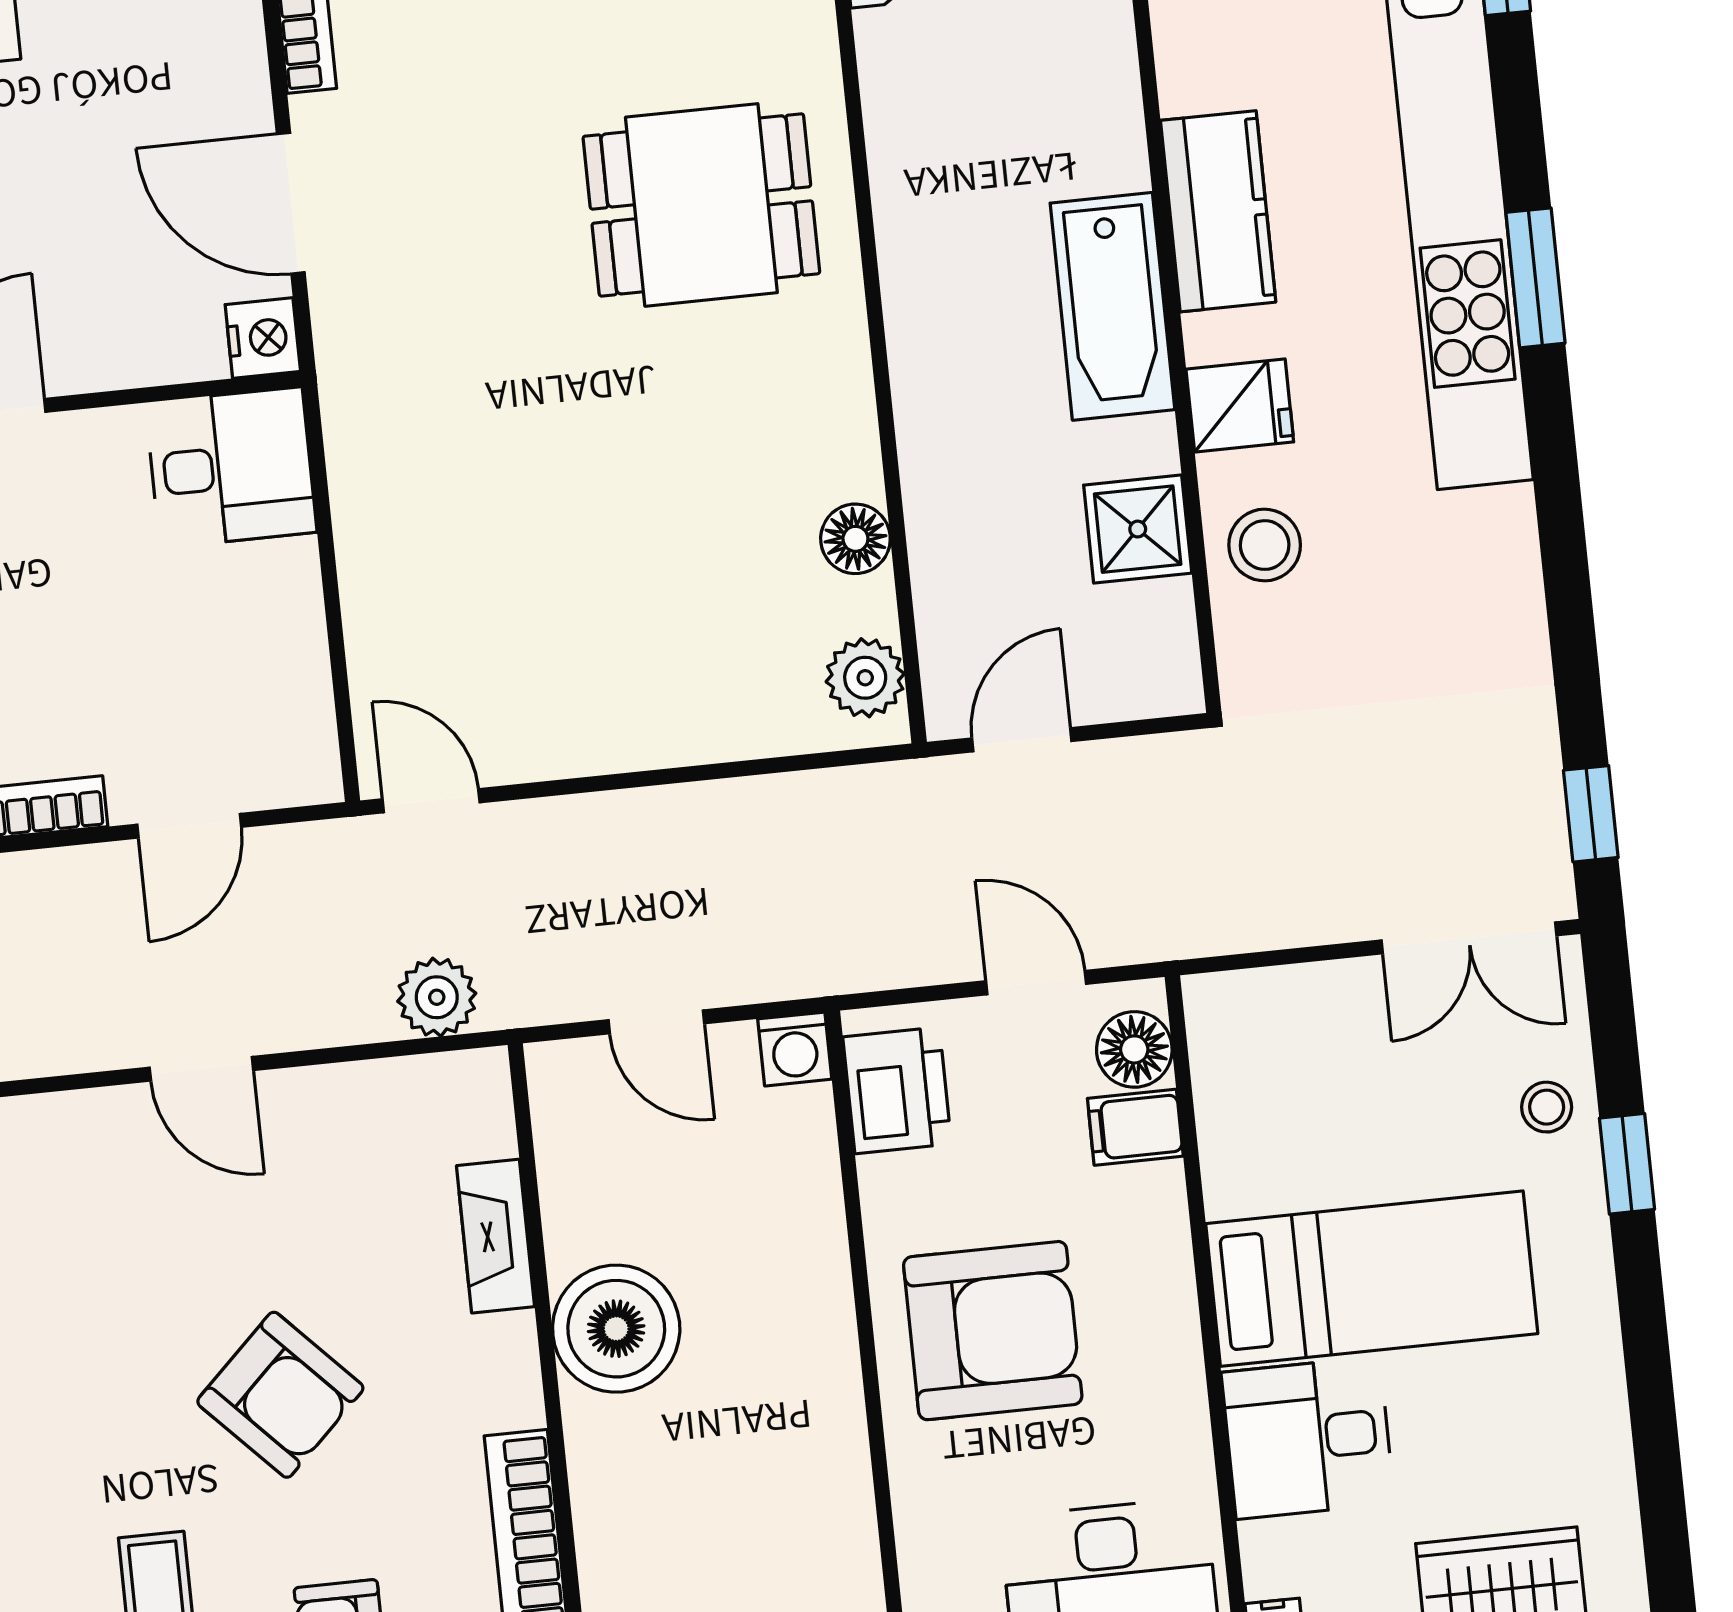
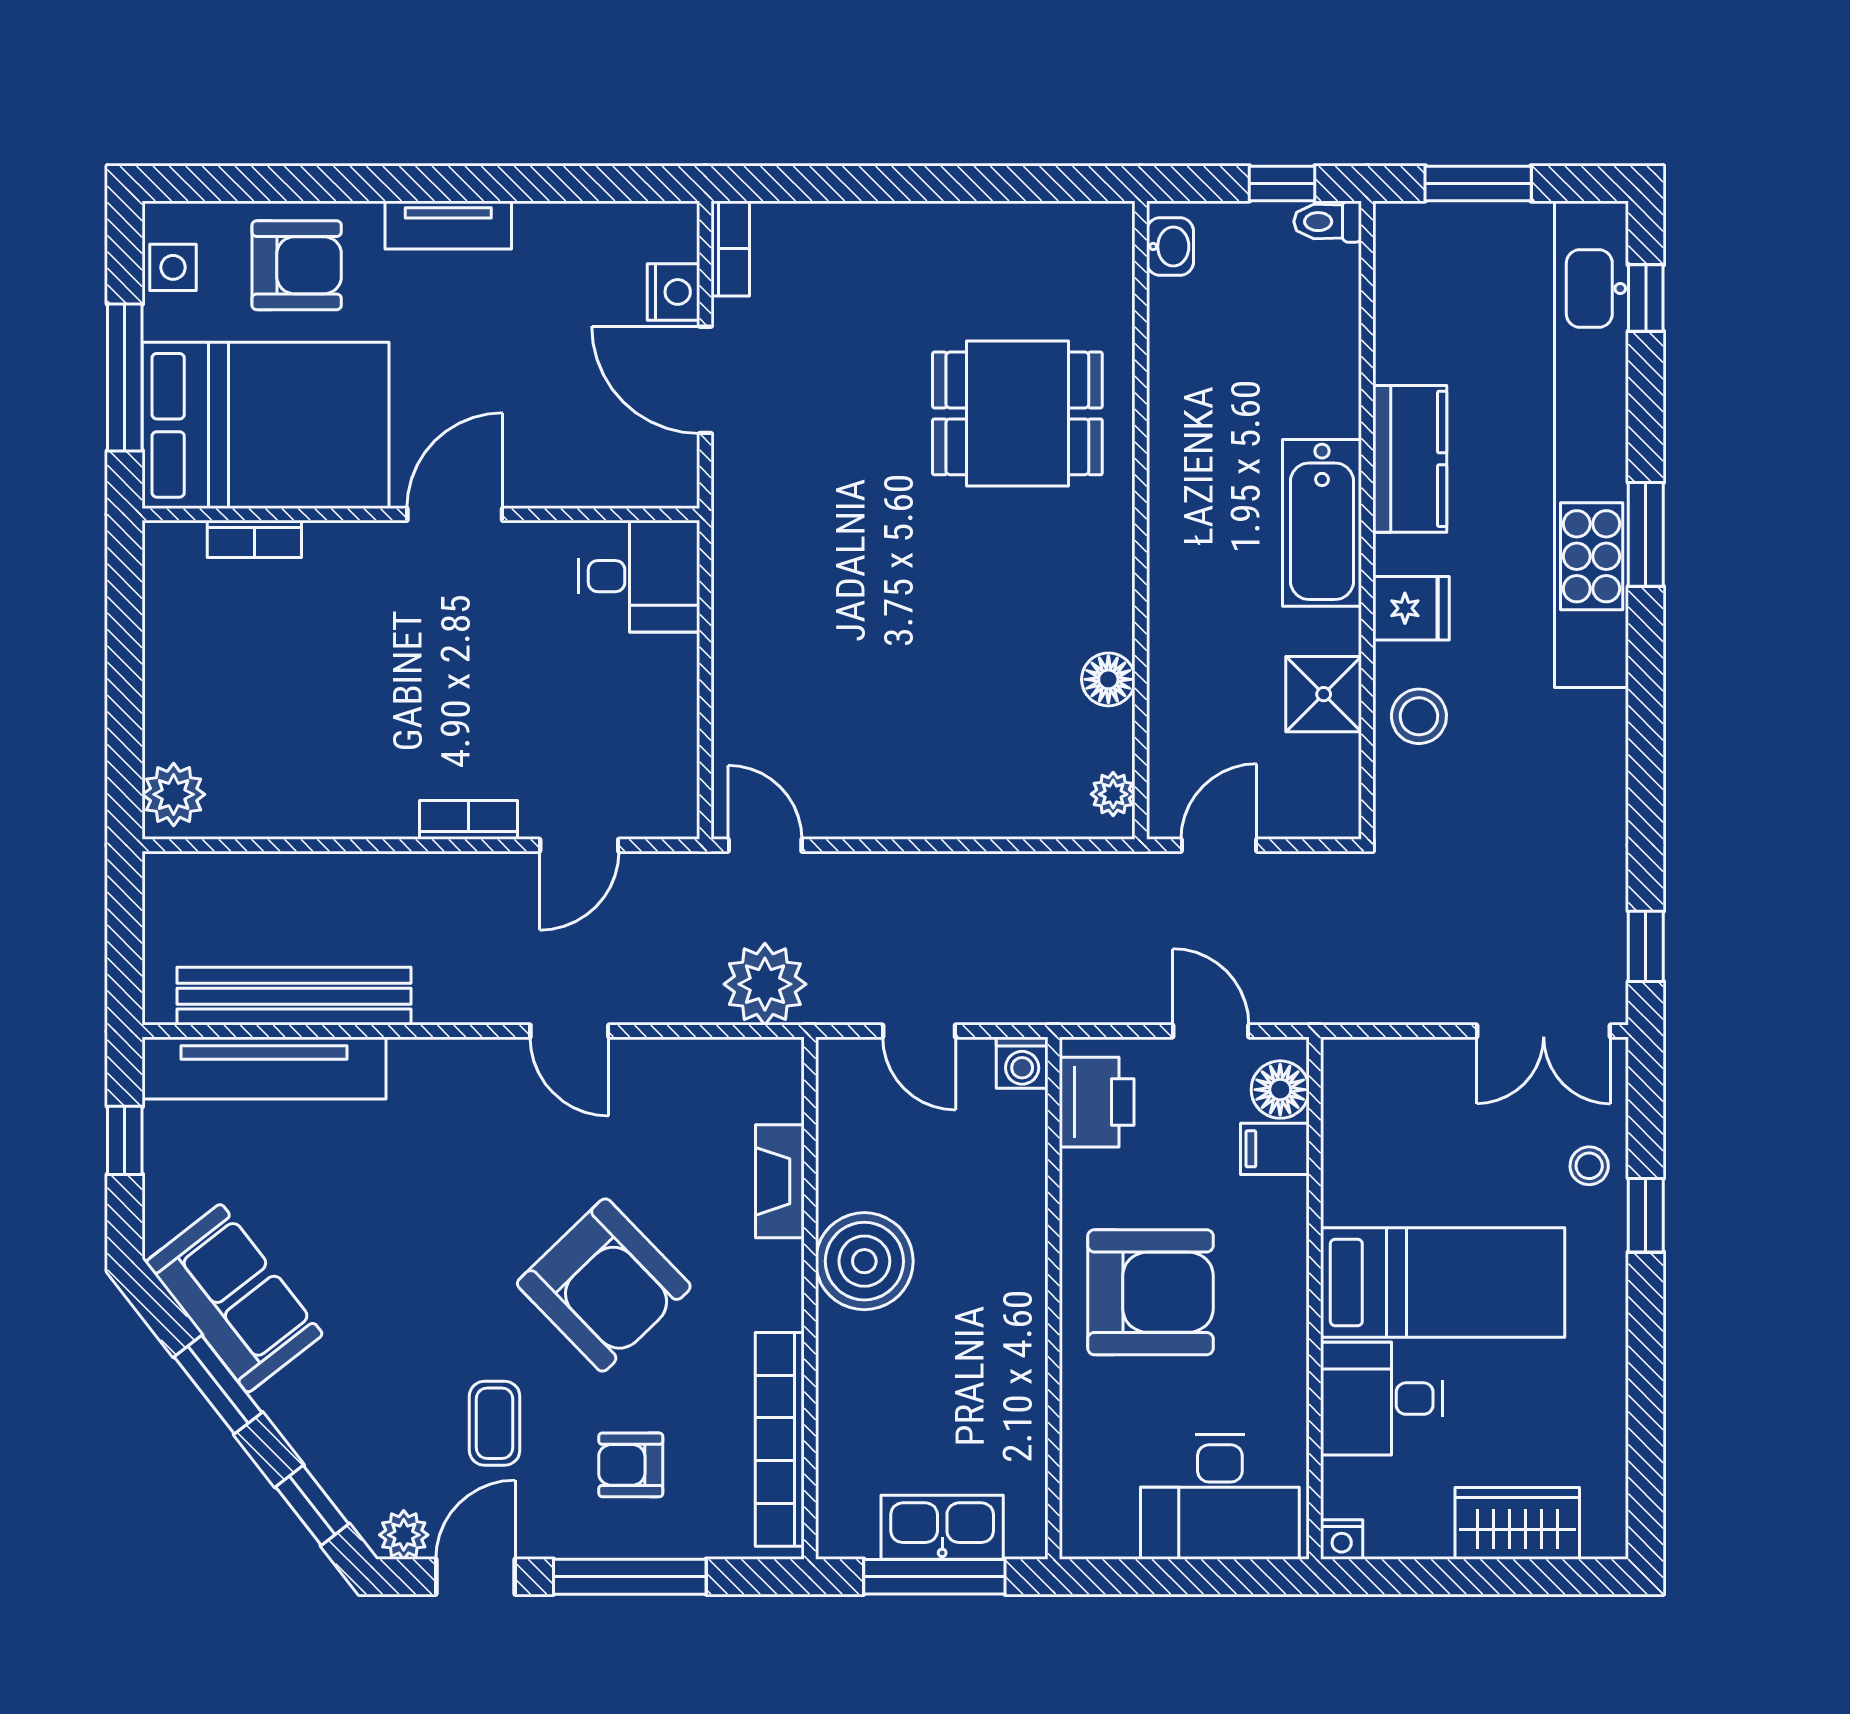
nightstand: (263, 338) -> (673, 292), moved
plant: (865, 678) -> (1113, 794), width x0.73, depth x0.73
plant: (437, 997) -> (765, 984), width x1.36, depth x1.36
armchair: (280, 1395) -> (604, 1285), width x1.36, depth x1.36

